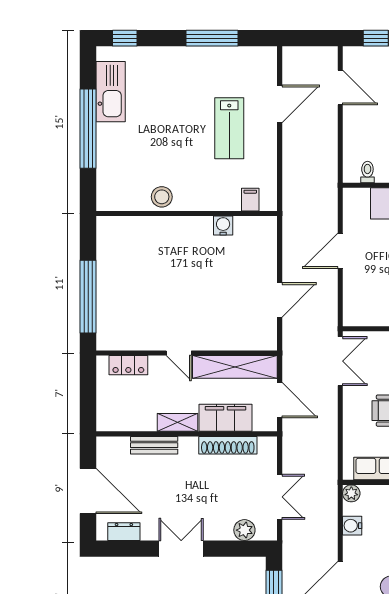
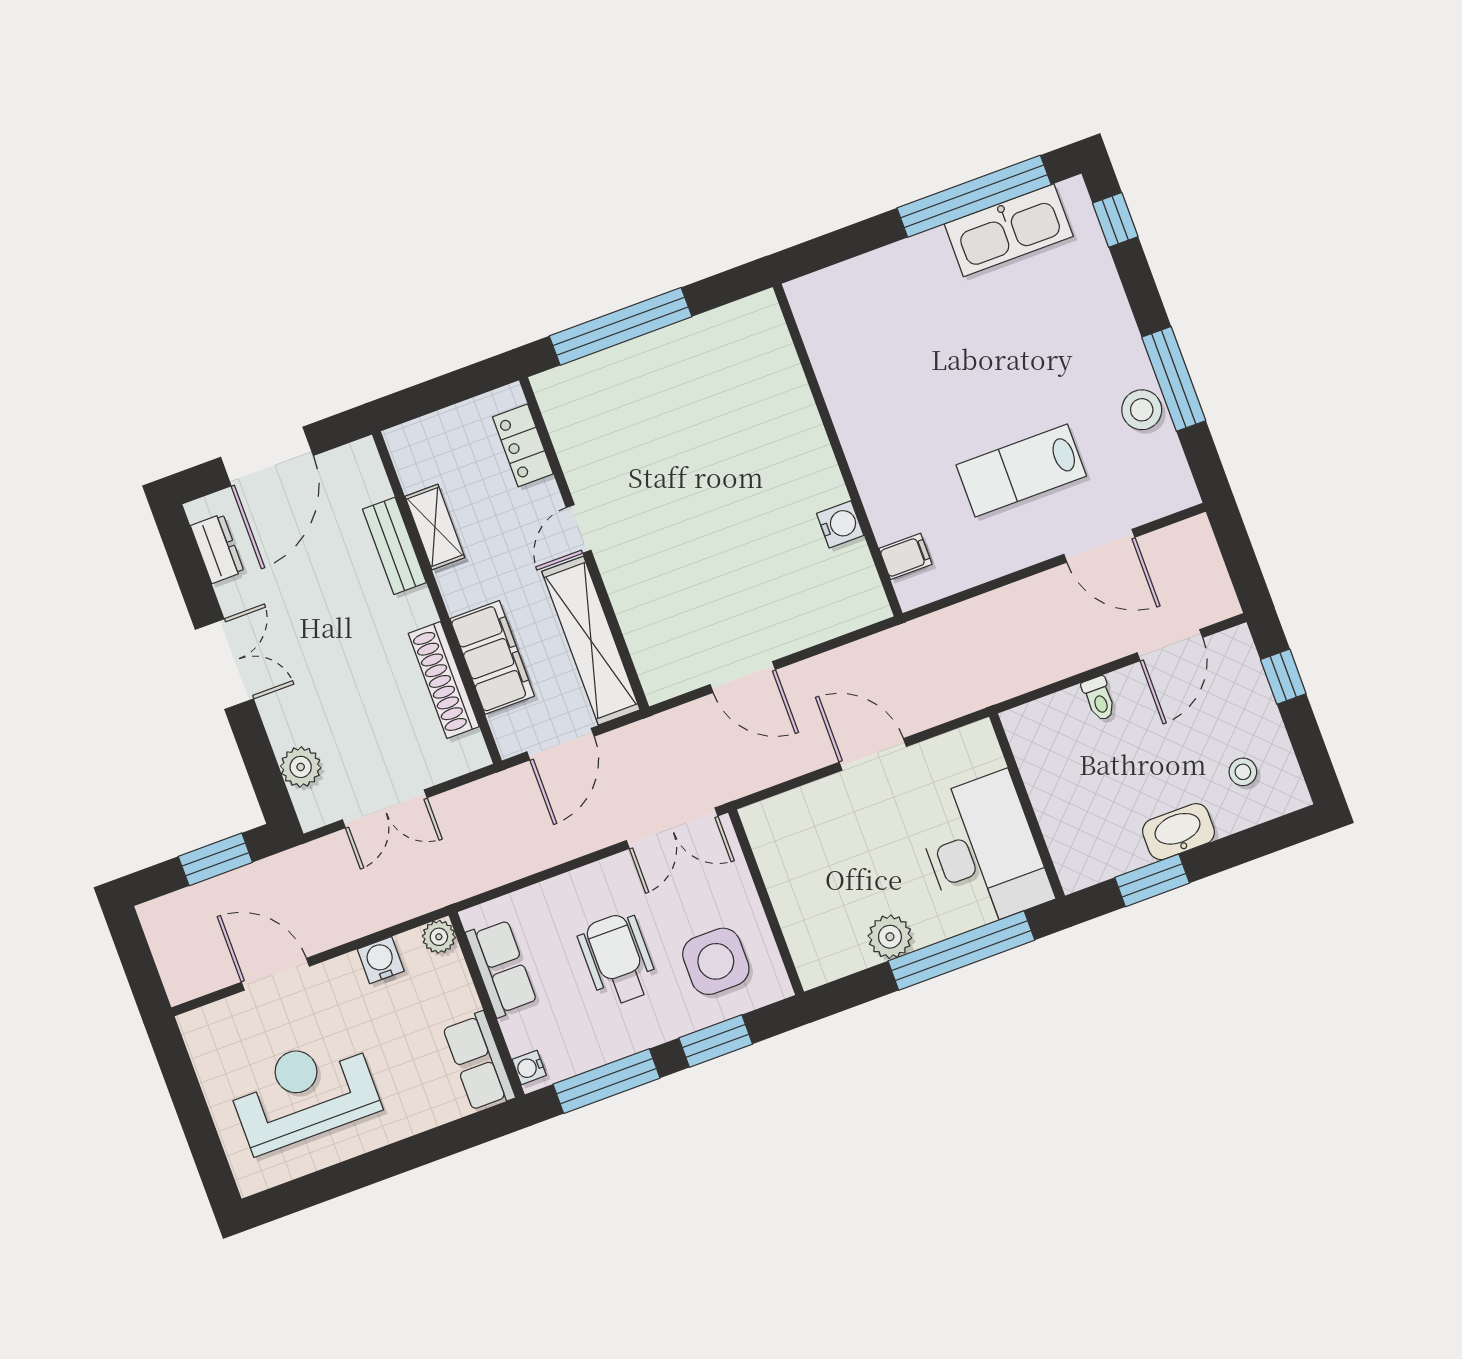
window: (88, 129) -> (974, 196), moved
toilet: (367, 172) -> (1099, 699), moved, turned 90
stool: (162, 197) -> (1142, 410), moved
shelving: (177, 422) -> (435, 527), moved

